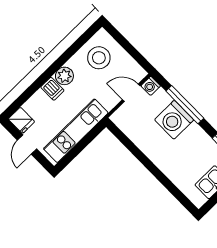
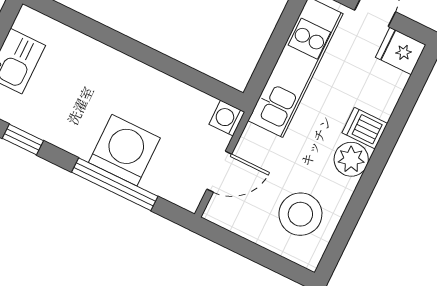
washing machine: (151, 86) -> (227, 118), moved, turned -90

